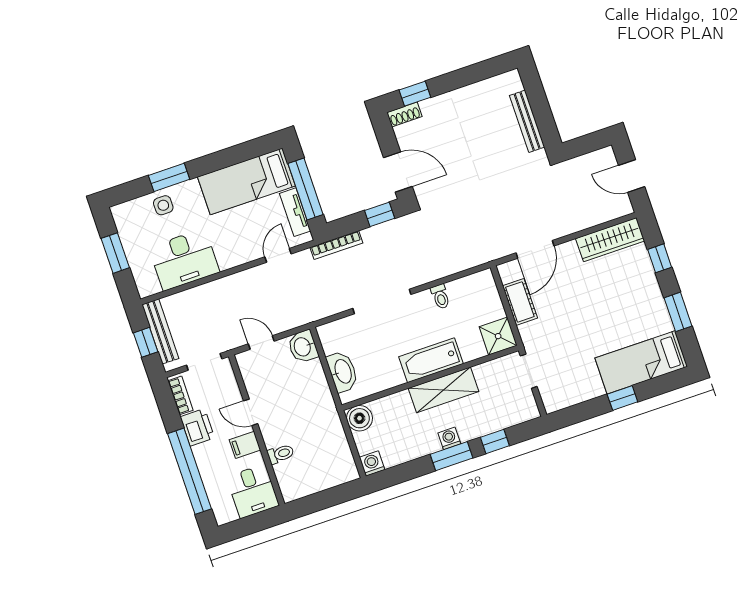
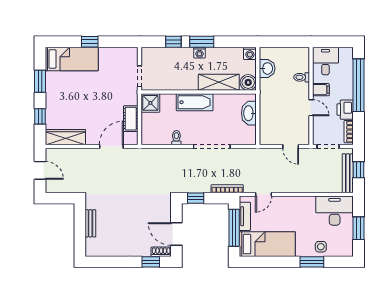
bench: (527, 121) -> (90, 223), width x0.73
door: (398, 172) -> (176, 234), moved
desk: (184, 260) -> (335, 211), moved
washbasin: (303, 347) -> (267, 68), moved
shelving: (444, 390) -> (219, 82), moved

